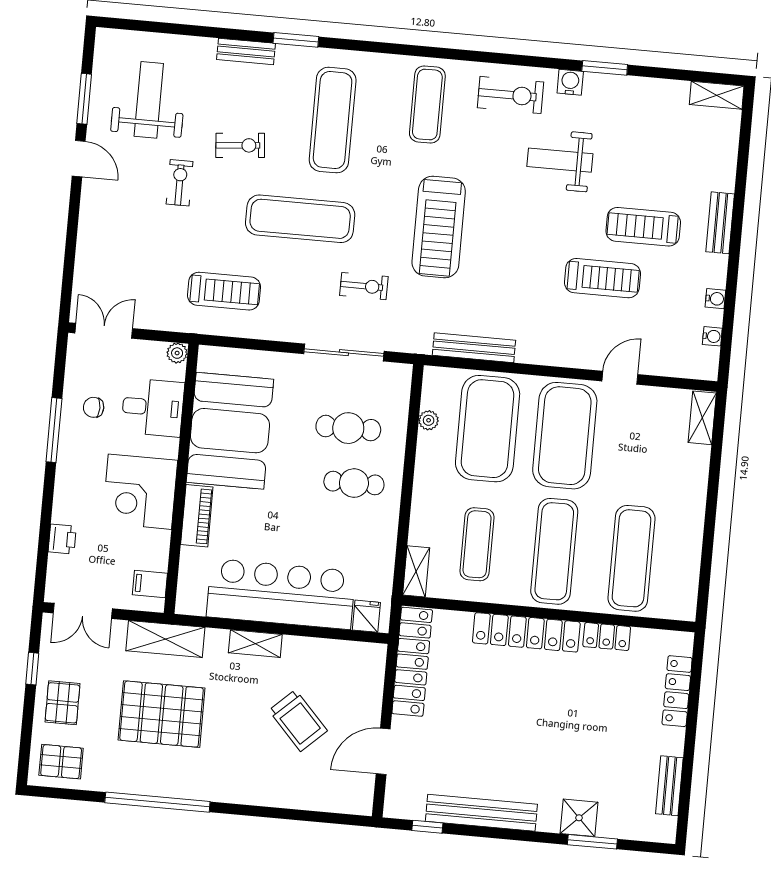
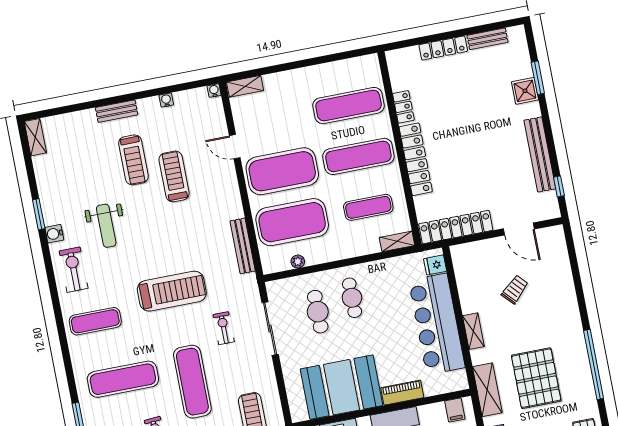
water cooler: (712, 336) -> (214, 91), moved
locker: (677, 691) -> (443, 48), moved
trolley: (298, 721) -> (515, 289), width x0.73, depth x0.72

